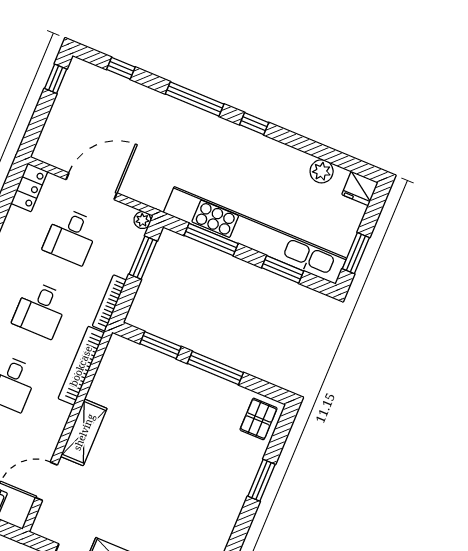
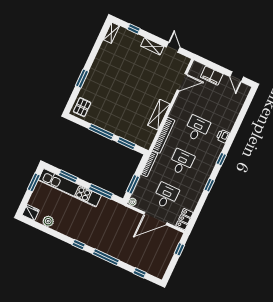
window: (56, 79) -> (179, 249), moved
kitchen unit: (255, 235) -> (70, 188), width x0.73
shelving: (84, 432) -> (159, 115), moved

